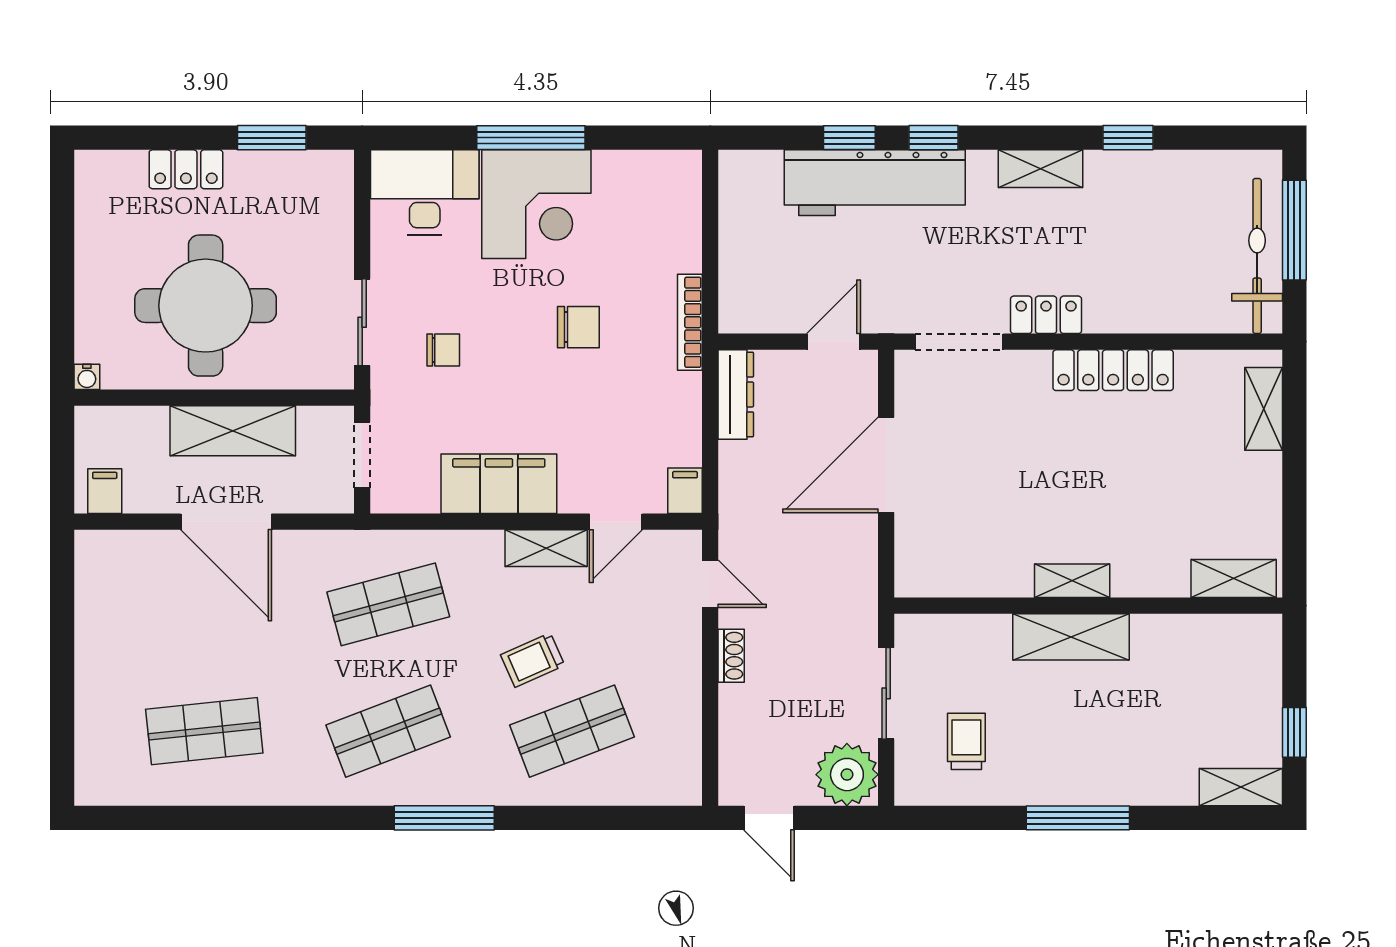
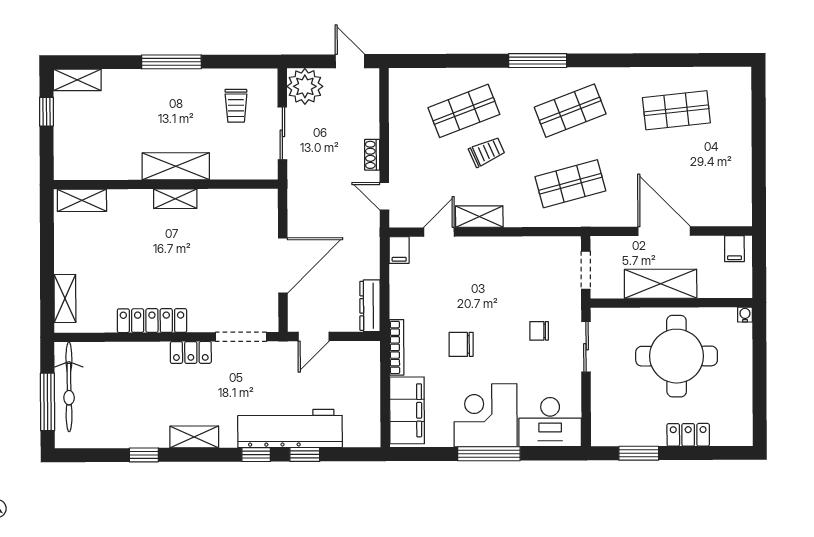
filing cabinet: (499, 484) -> (407, 410), moved, turned -90

